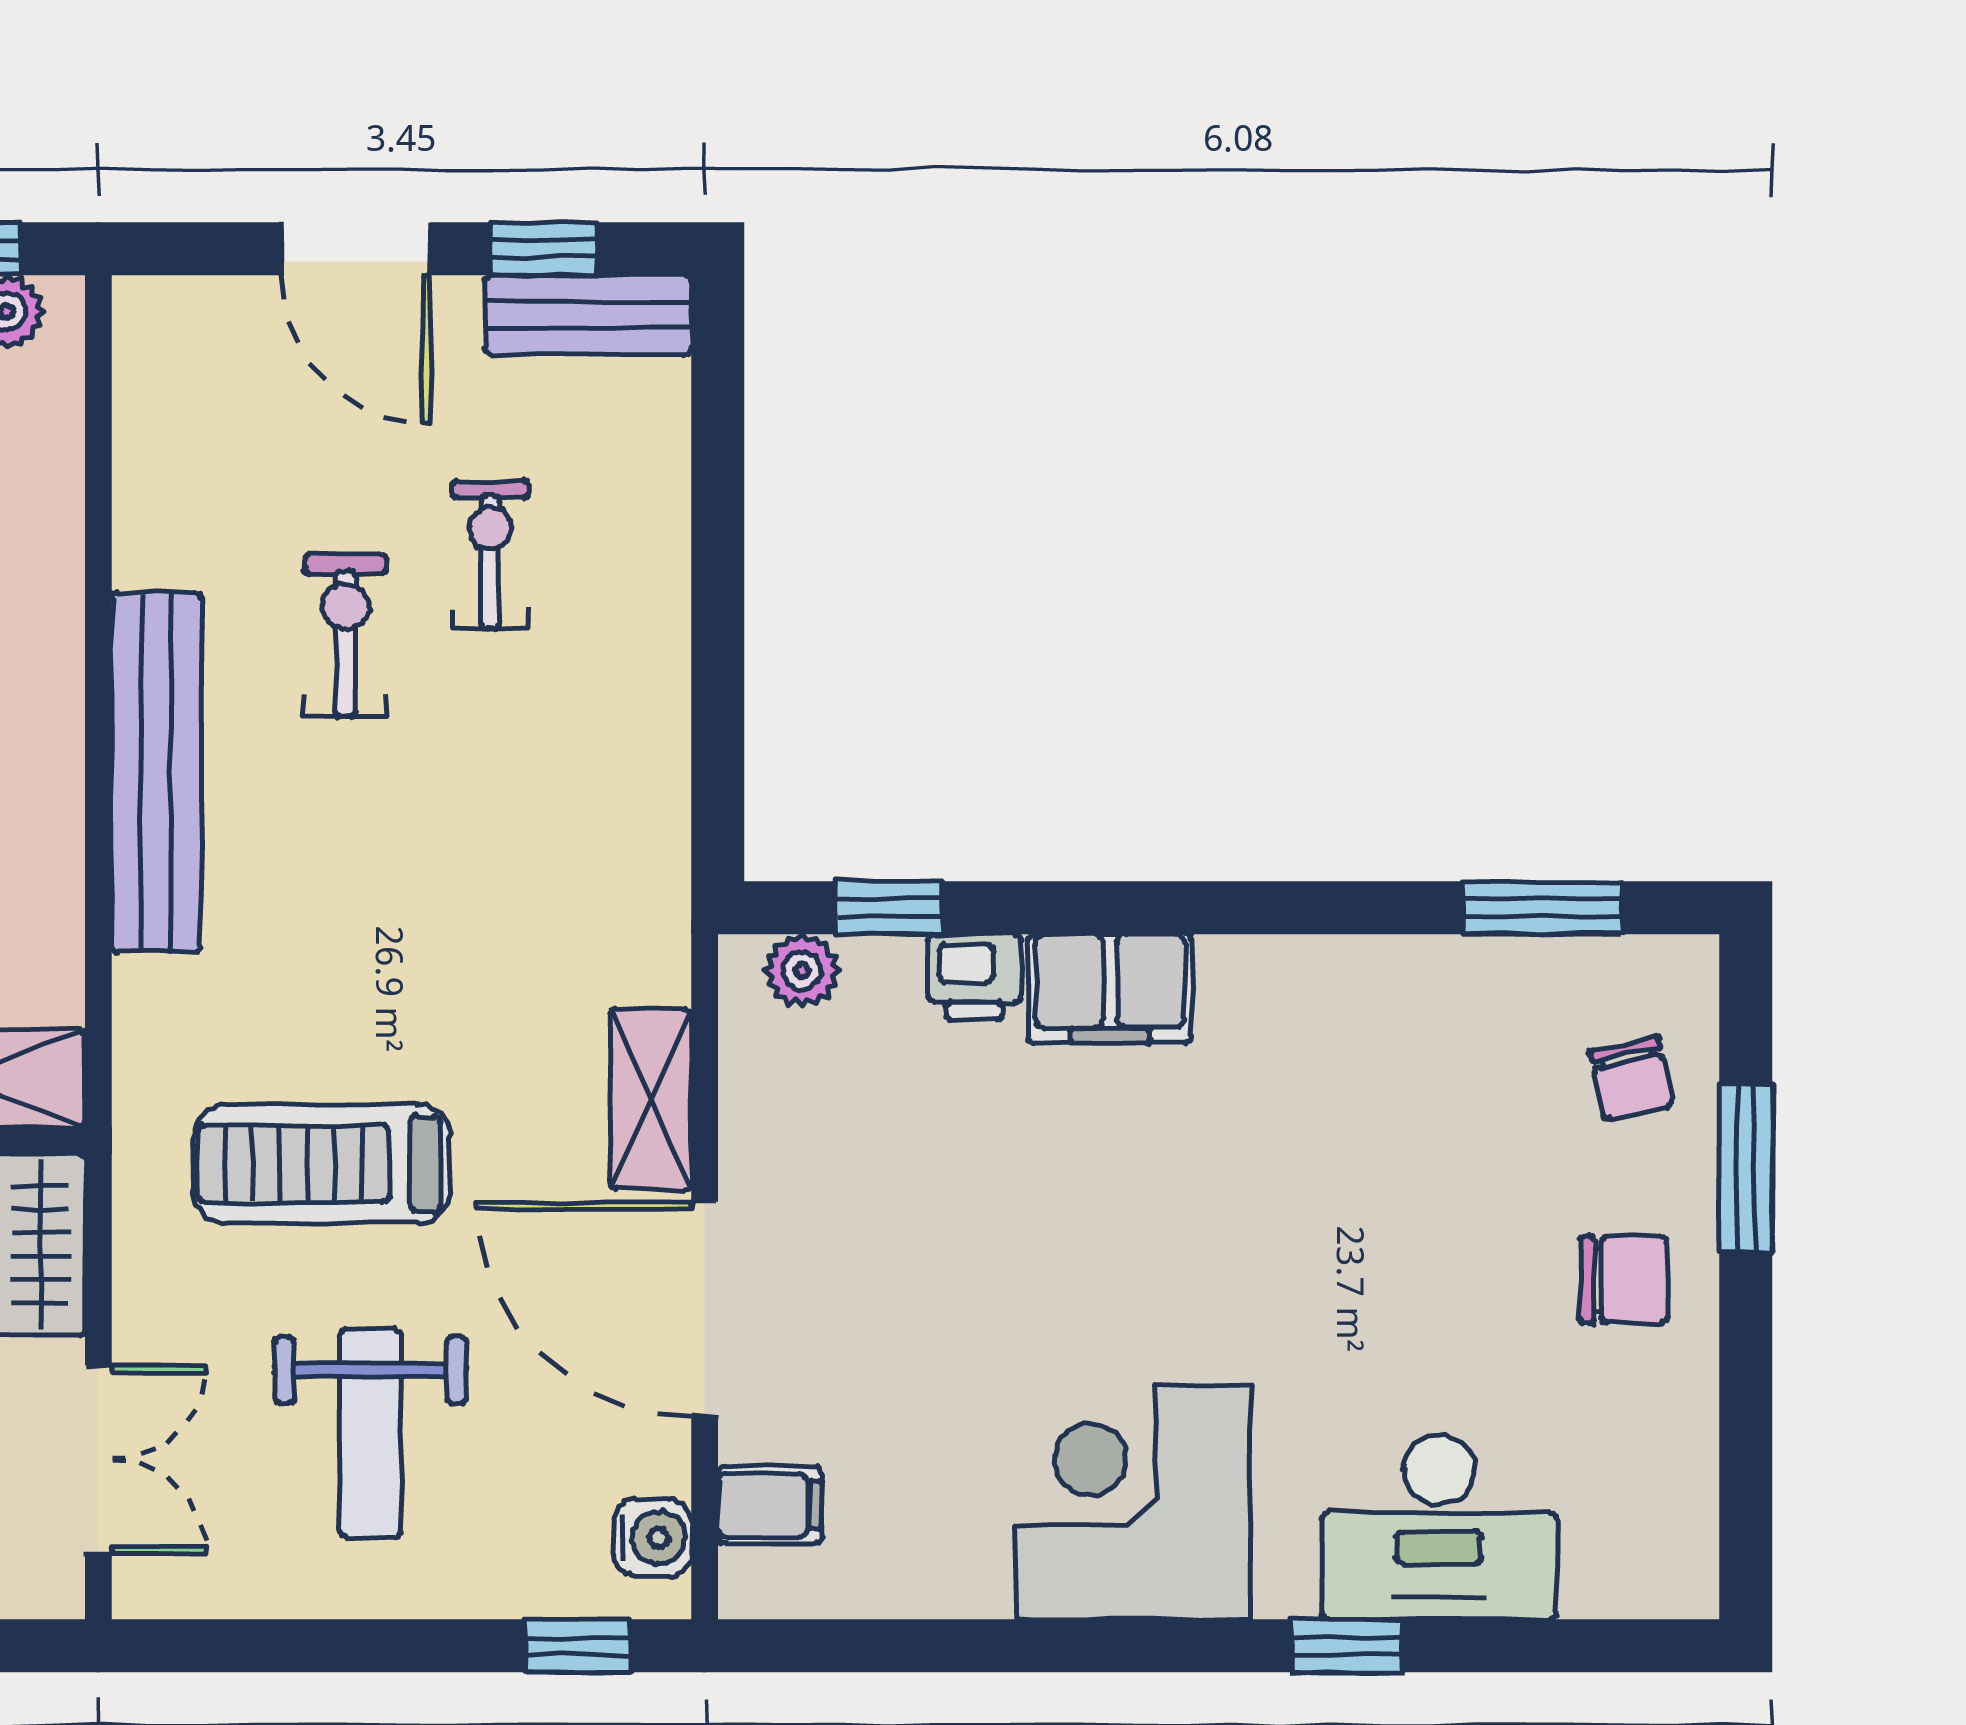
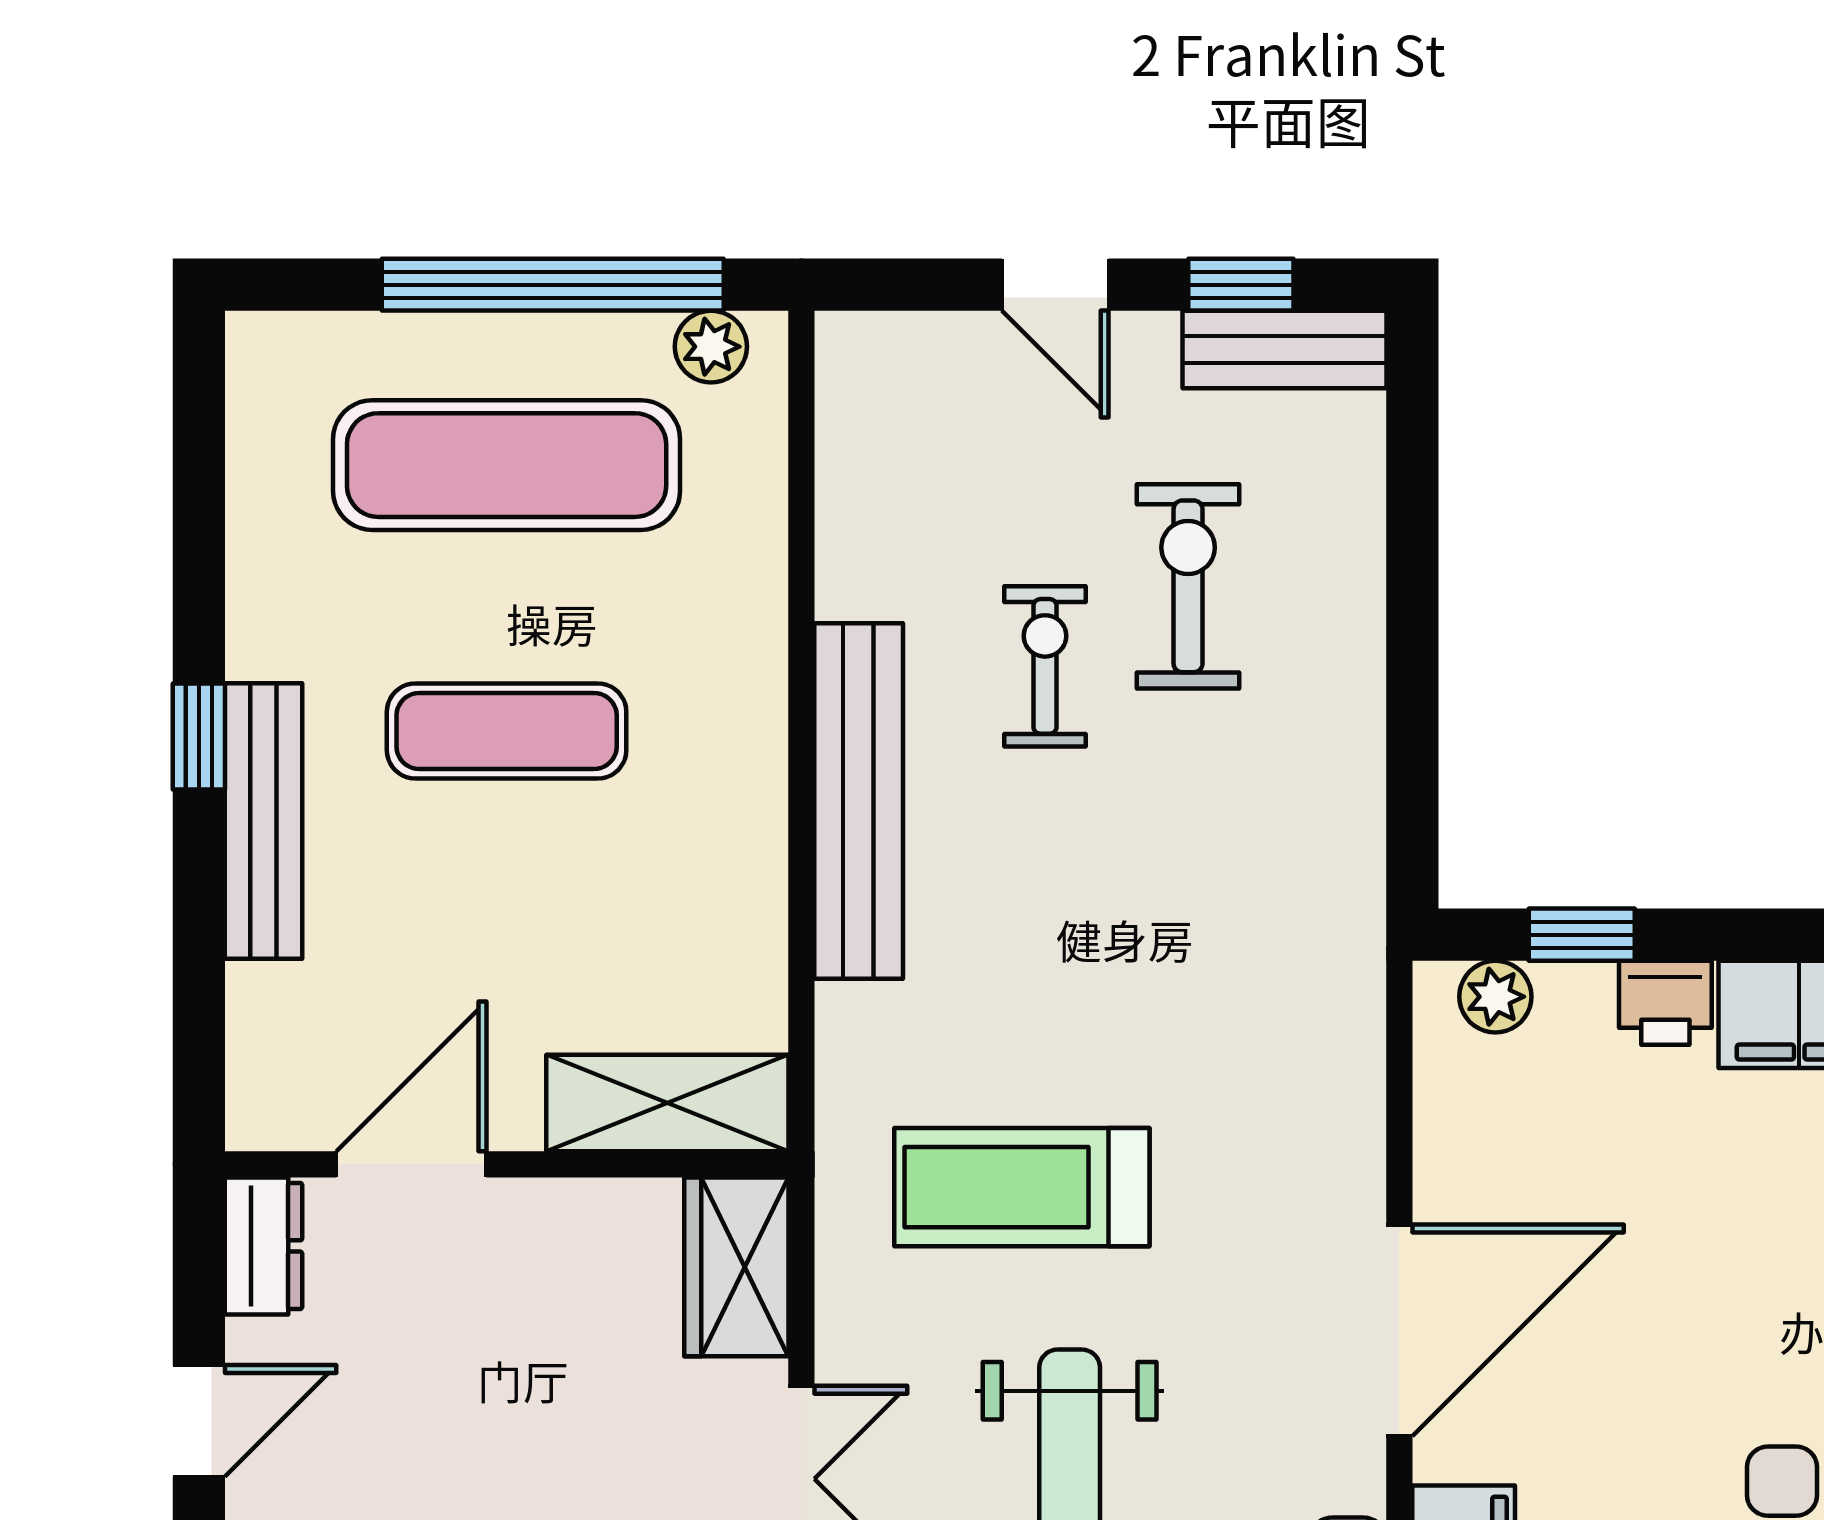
door: (356, 249) -> (1055, 285), width x0.73
exercise bike: (490, 555) -> (1188, 586), width x1.38, depth x1.39
shelving: (651, 1099) -> (1346, 1123), removed
door: (705, 1309) -> (1399, 1330), swing flipped

